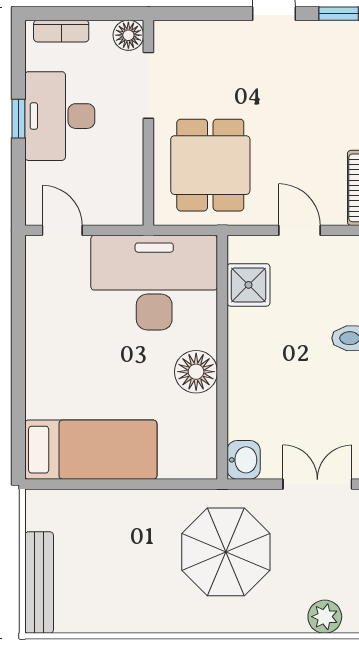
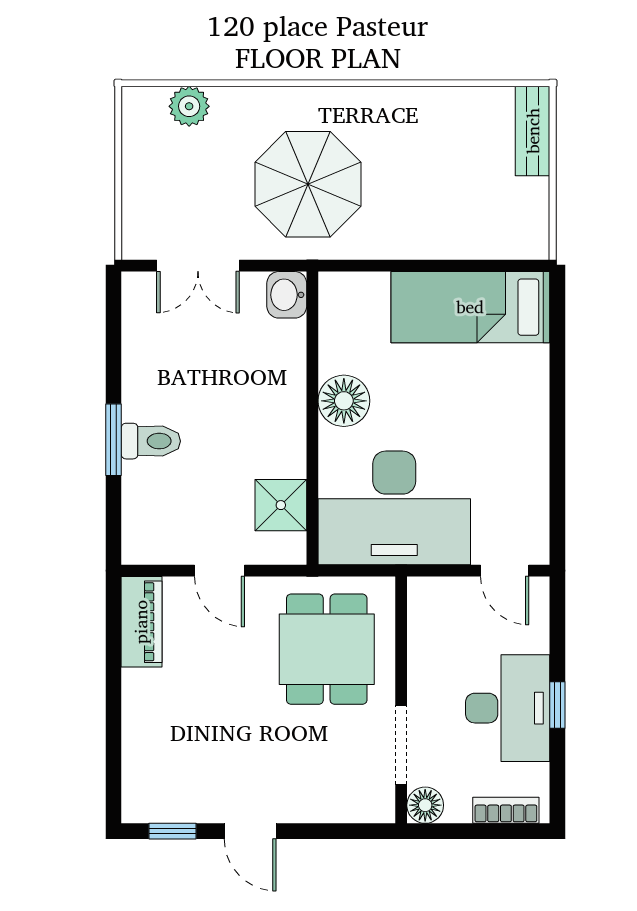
bench: (39, 583) -> (533, 131), width x0.73

